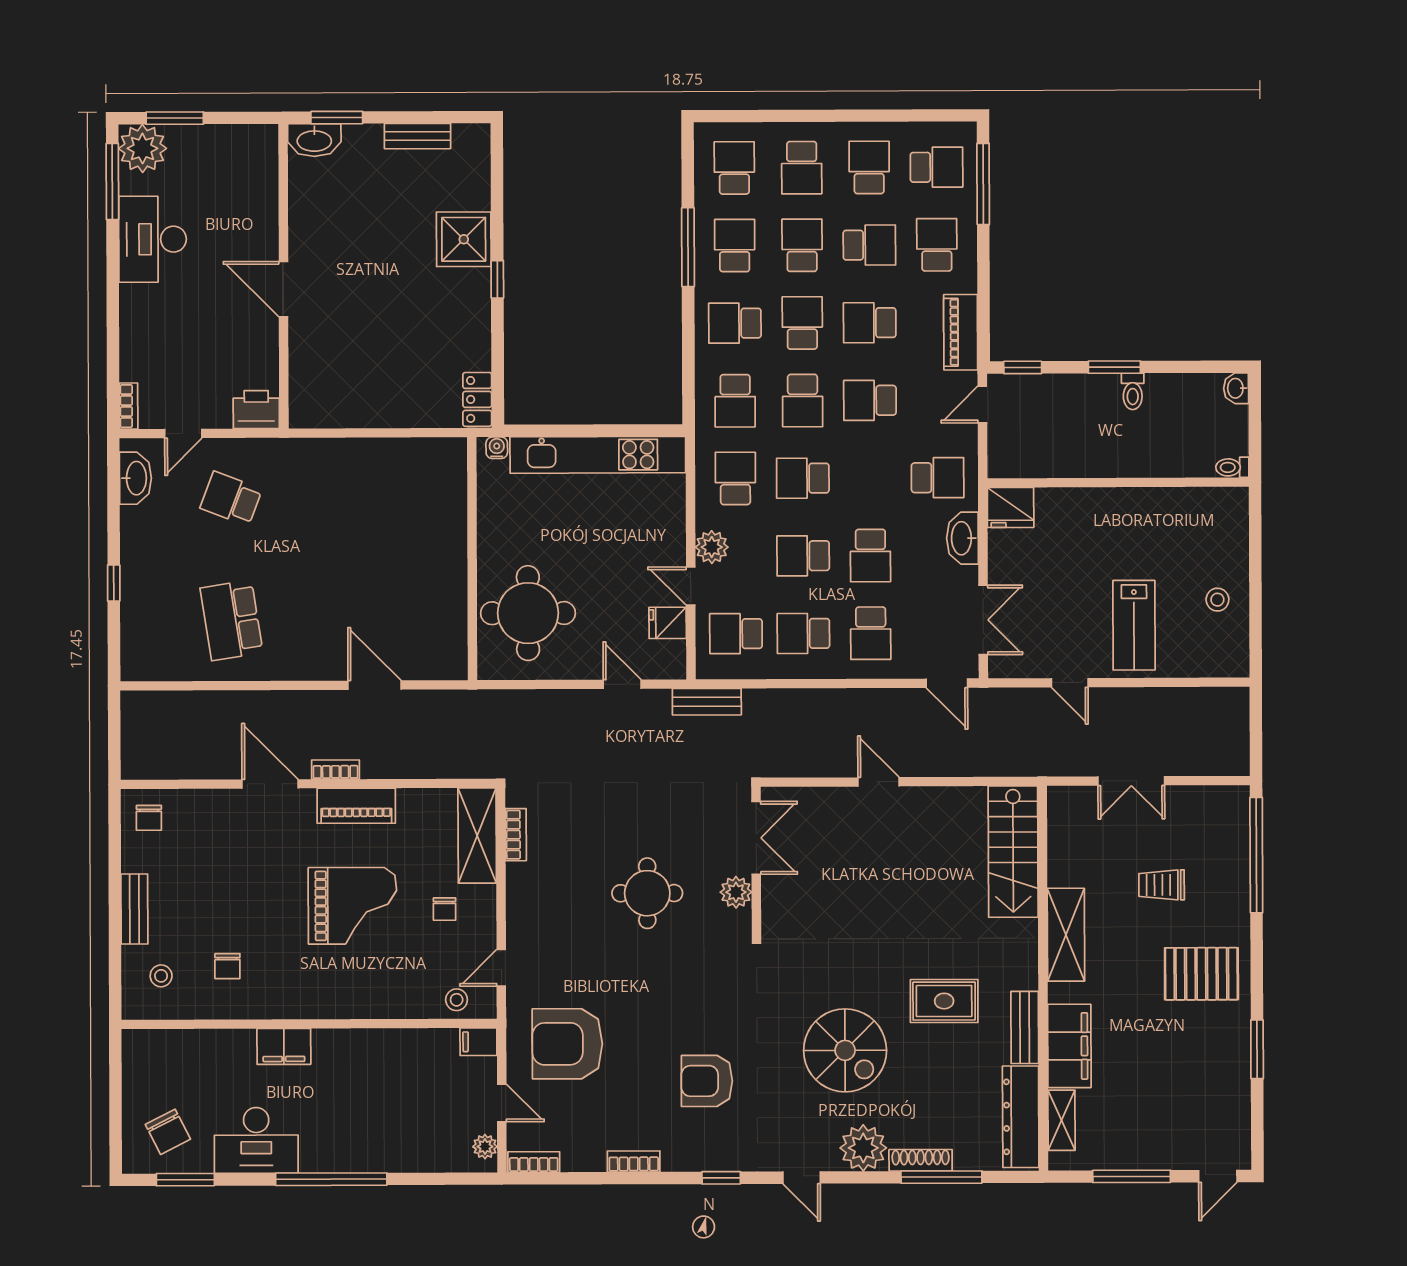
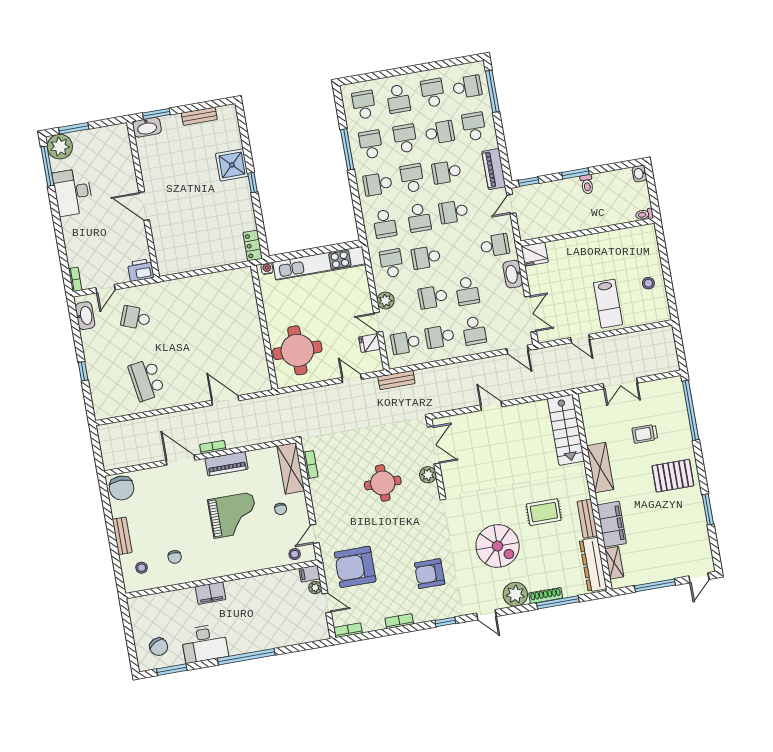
chair: (149, 818) -> (122, 488), width x1.87, depth x1.87
plant: (485, 1147) -> (315, 588), moved

